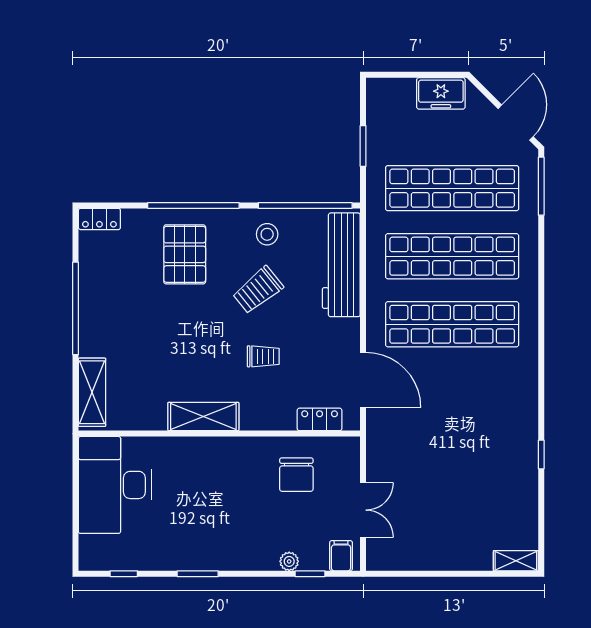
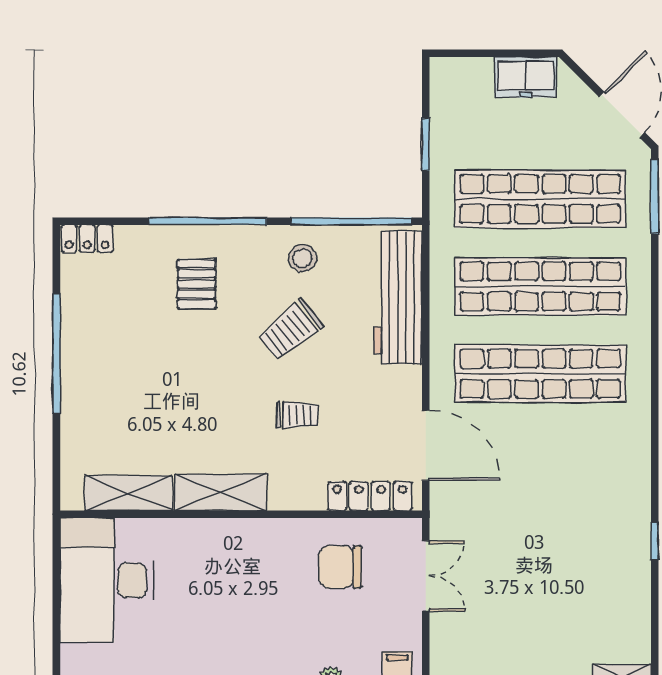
pallet: (185, 254) -> (197, 284), width x0.67, depth x0.71
shelving: (92, 392) -> (129, 493), moved, turned 90
locker: (320, 419) -> (370, 496), width x1.53
chair: (296, 475) -> (340, 567), turned 90
double door: (363, 510) -> (426, 576), moved

